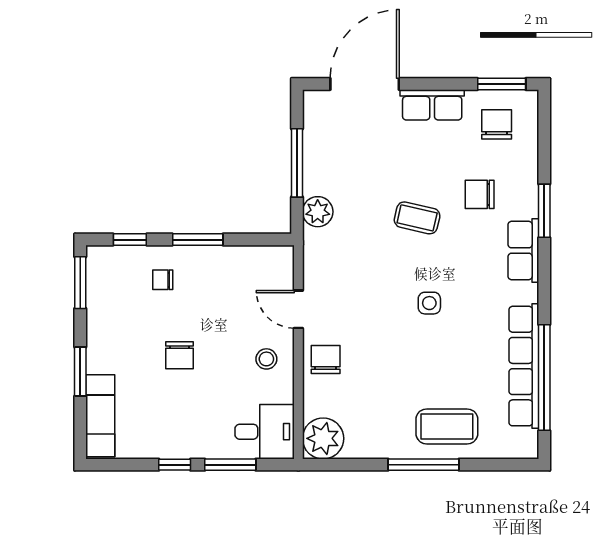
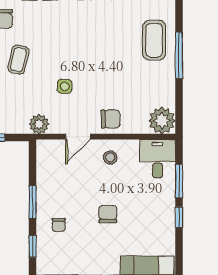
plant: (318, 212) -> (39, 124), moved
side table: (429, 303) -> (65, 86), moved
chair: (179, 355) -> (108, 214), turned -90
chair: (326, 360) -> (111, 119), turned 180

